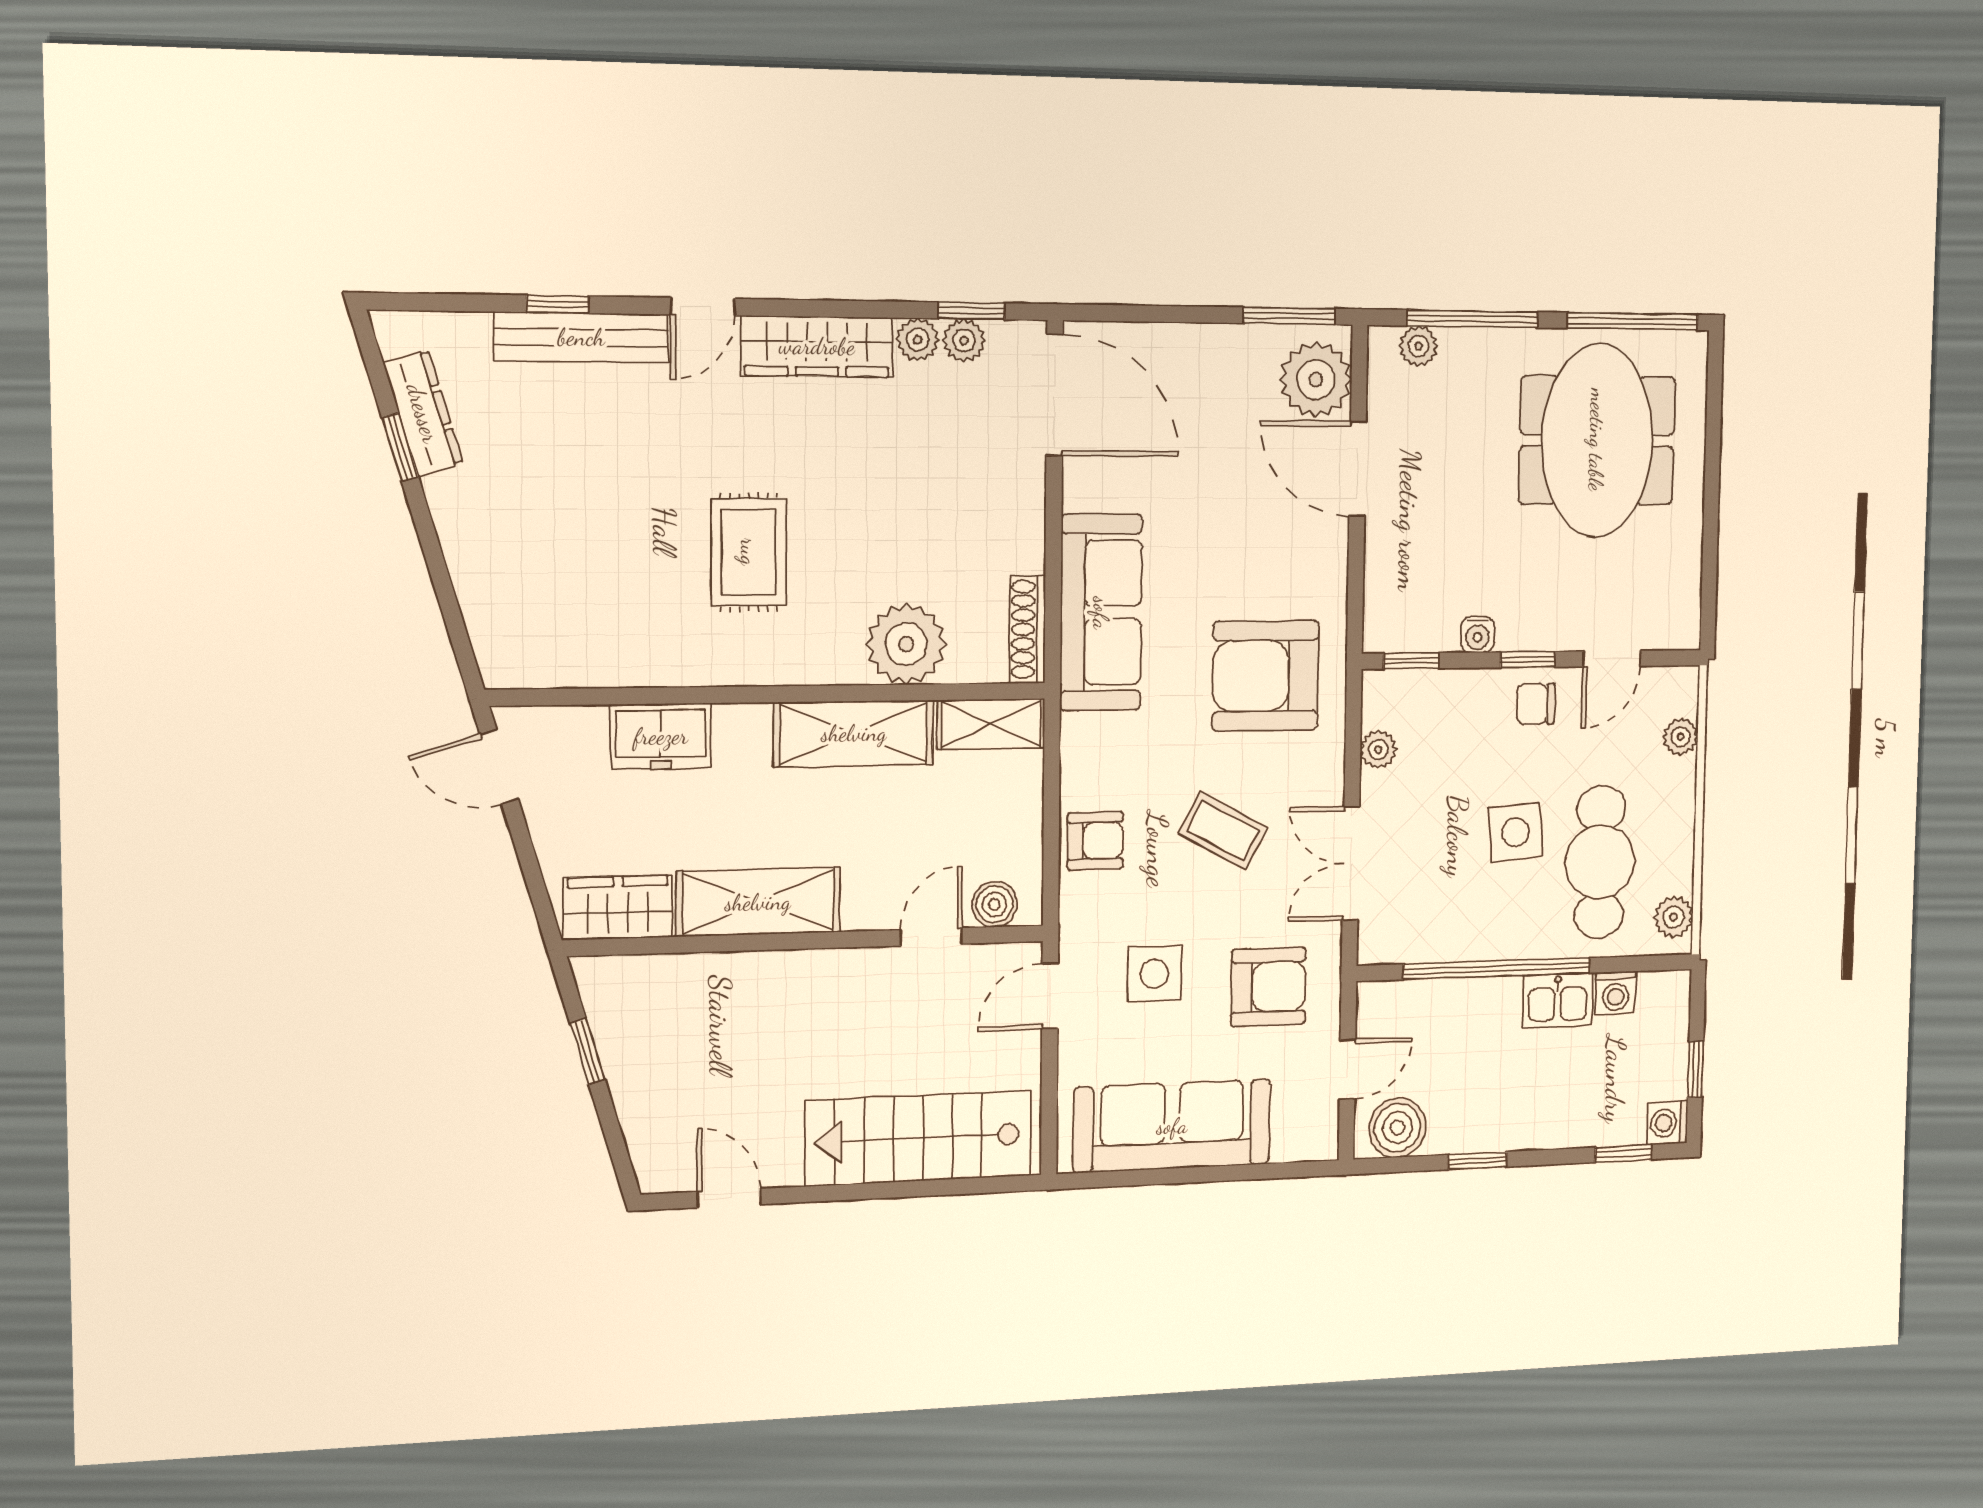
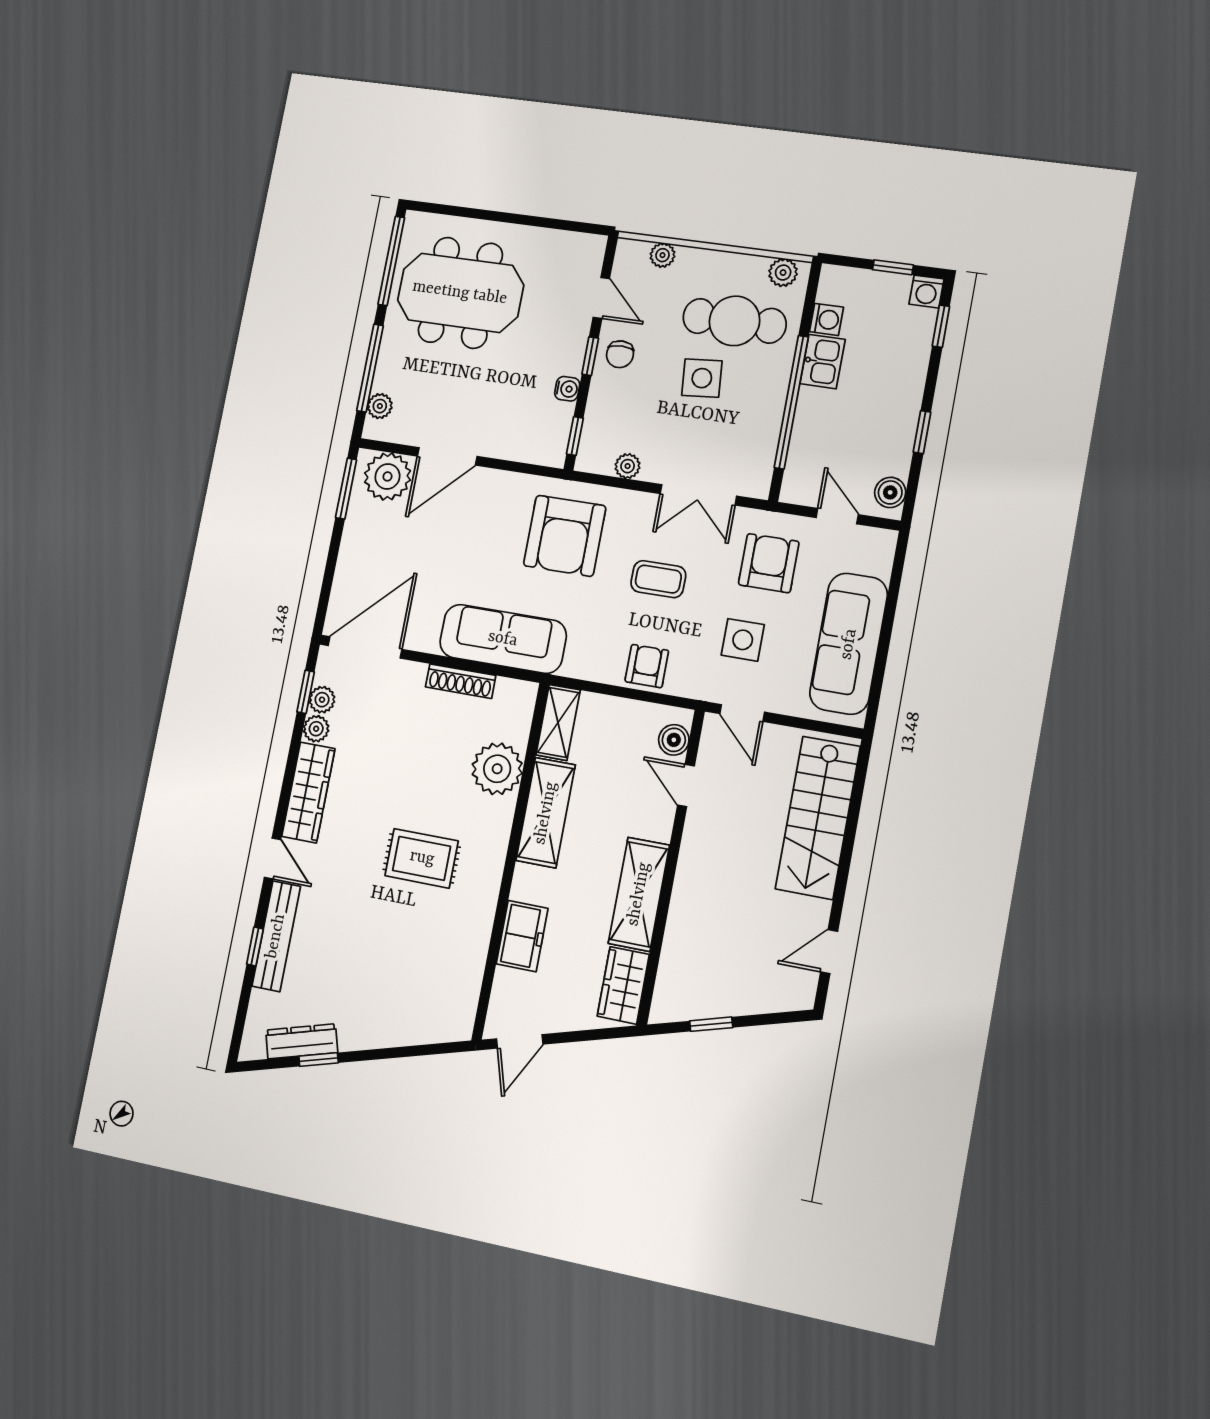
shoe rack: (1027, 629) -> (461, 681), moved
coffee table: (1223, 831) -> (658, 579), turned 62
boiler: (1398, 1128) -> (890, 492), width x0.73, depth x0.73

